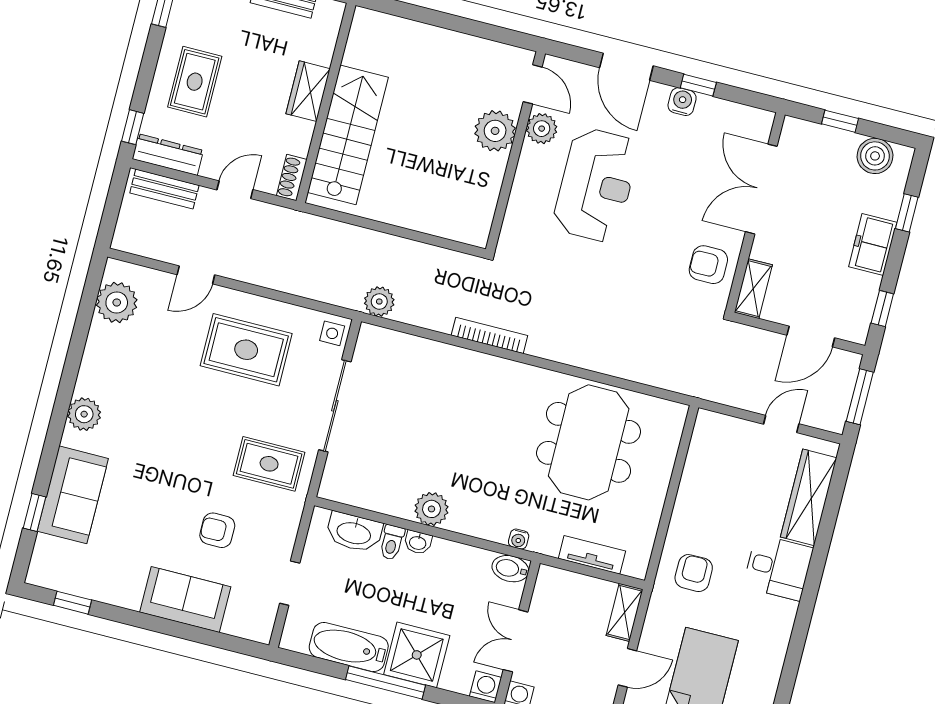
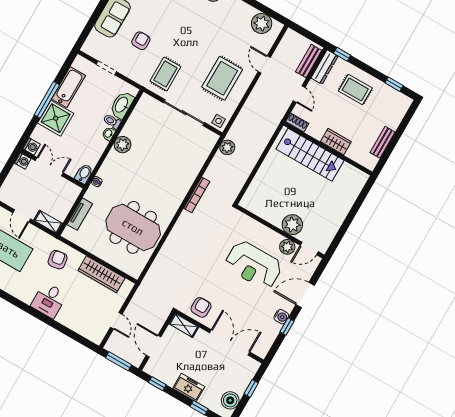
wardrobe: (809, 497) -> (101, 274), moved, turned 180
armchair: (694, 573) -> (58, 260), turned -99

